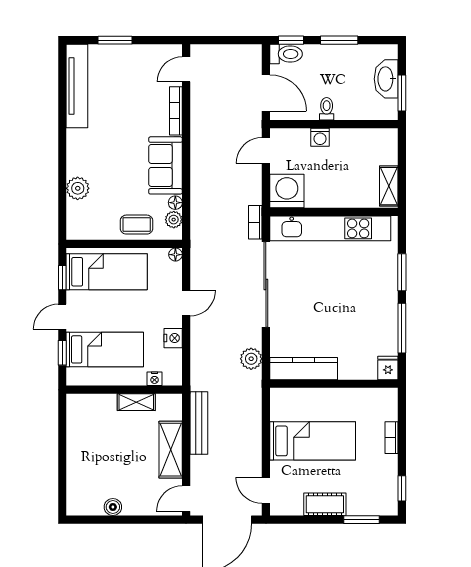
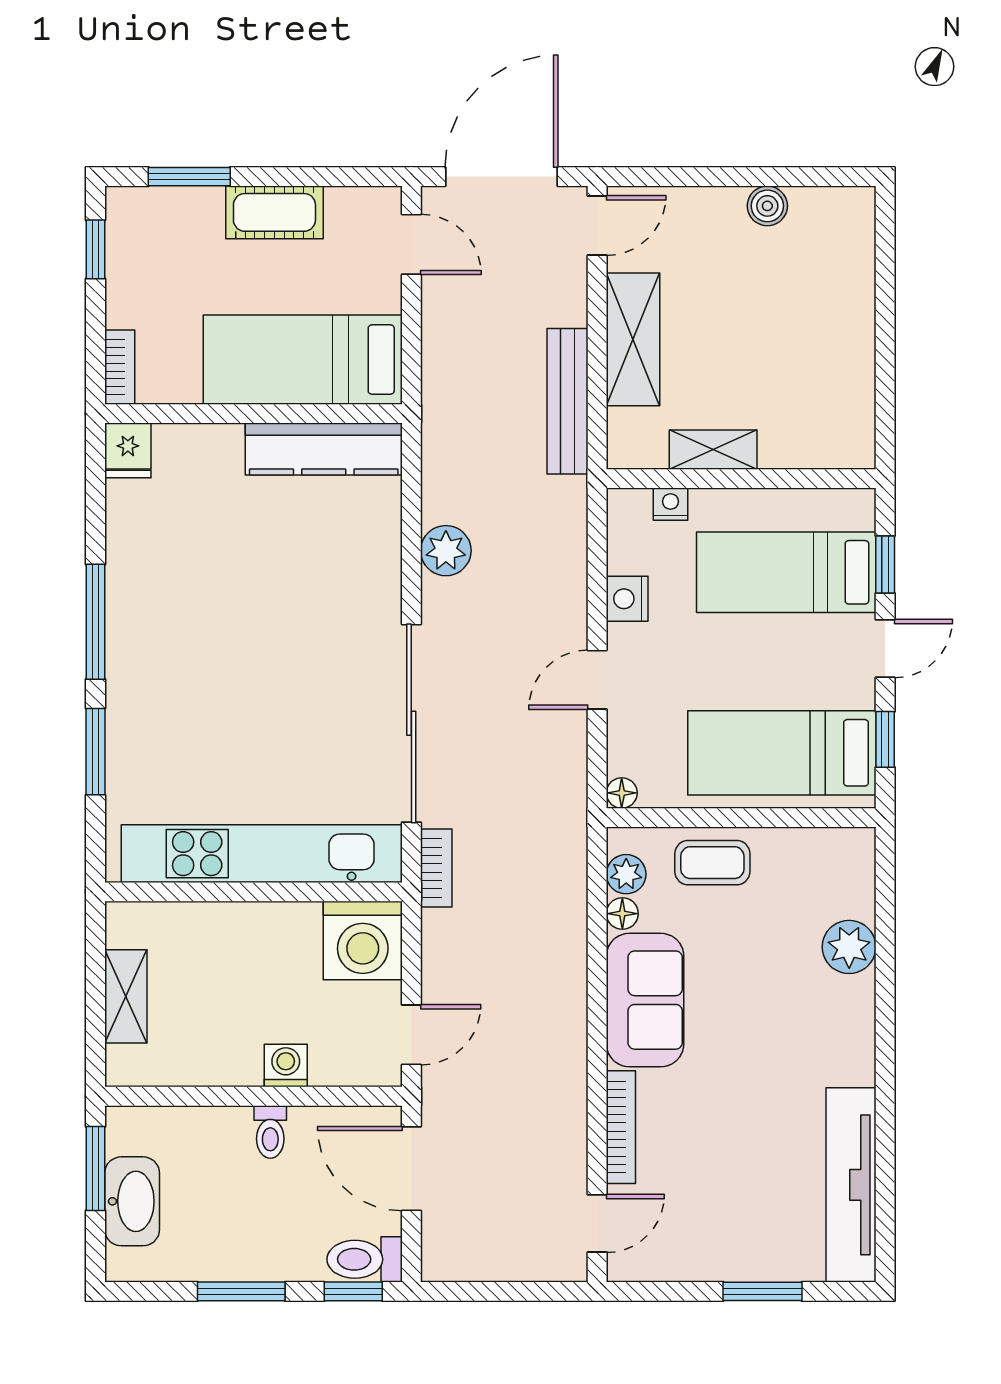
shelving: (389, 186) -> (126, 996), moved
fridge: (388, 368) -> (128, 450), moved
kitchen counter: (304, 369) -> (324, 449), moved
wall: (334, 384) -> (253, 414), moved

